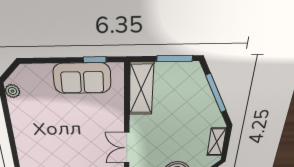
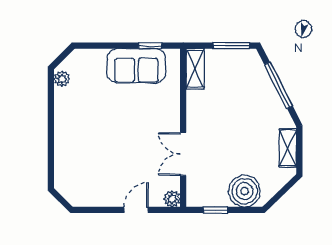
shelving: (141, 89) -> (195, 69), width x0.67, depth x0.75

